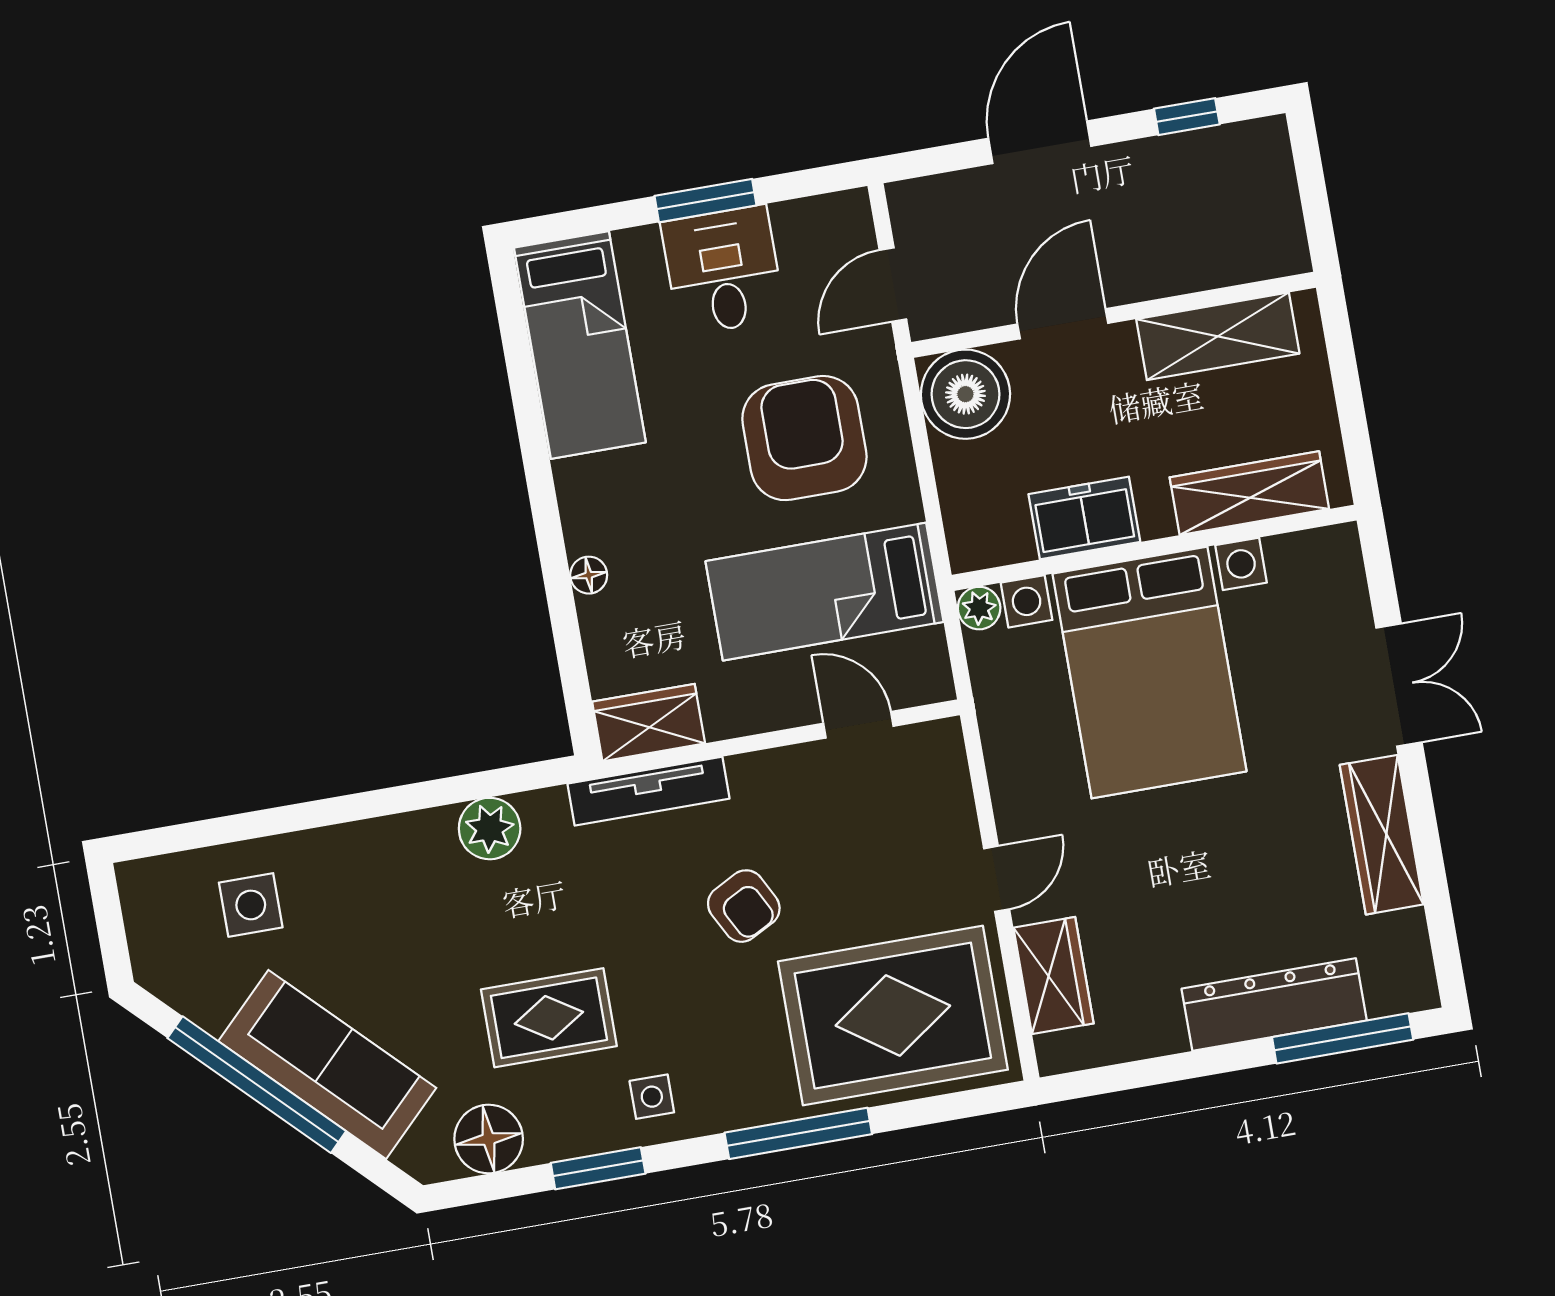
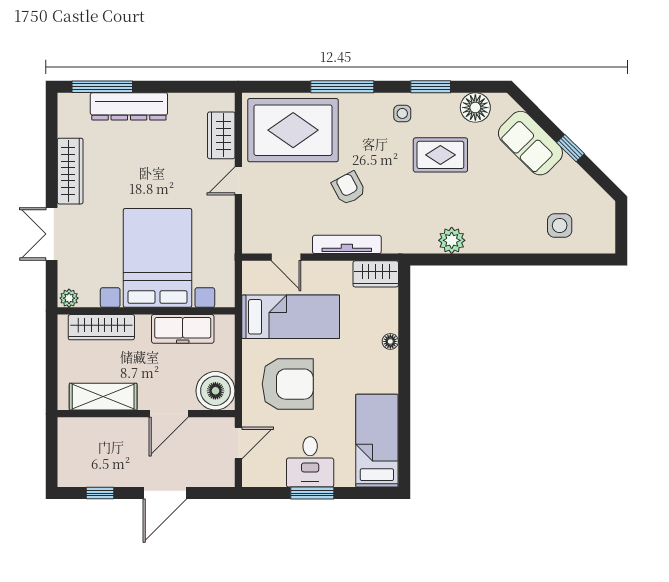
armchair: (804, 438) -> (288, 384), turned -90
freezer: (1084, 518) -> (183, 329), width x1.40
plant: (979, 608) -> (69, 298), moved
tv unit: (648, 791) -> (347, 244), moved
sofa: (327, 1065) -> (530, 143), width x0.73
window: (257, 1085) -> (571, 148), width x0.32

